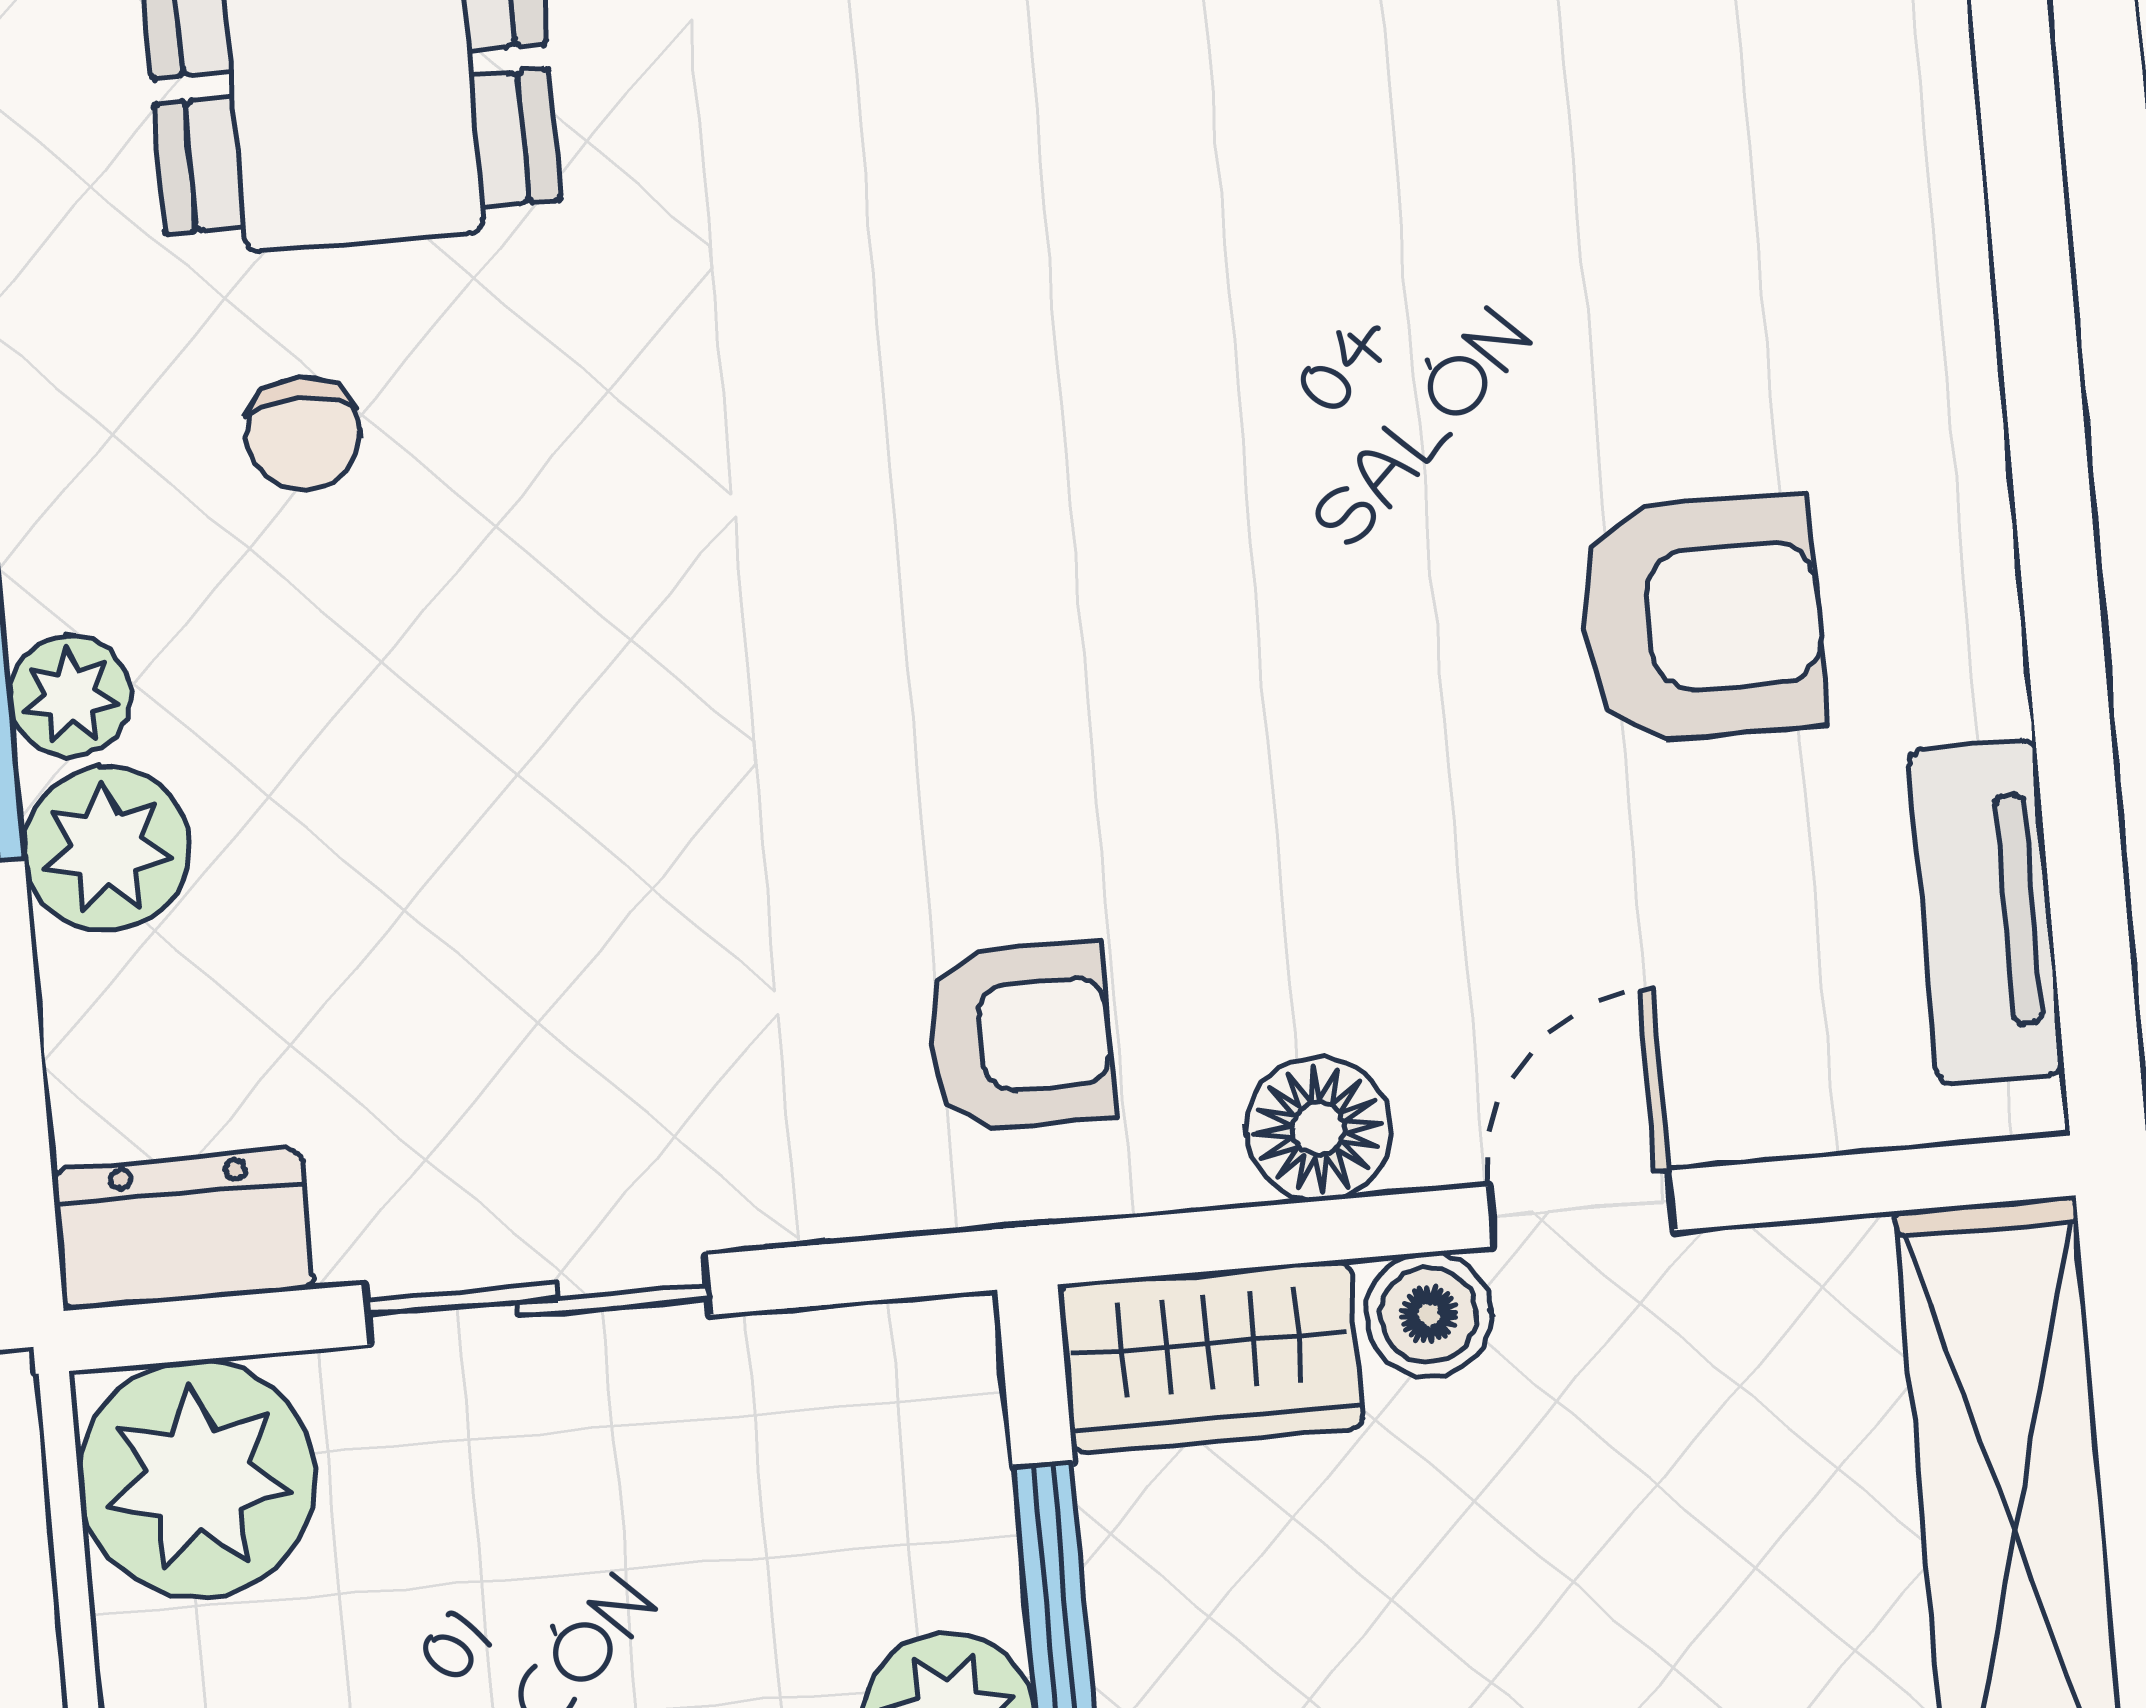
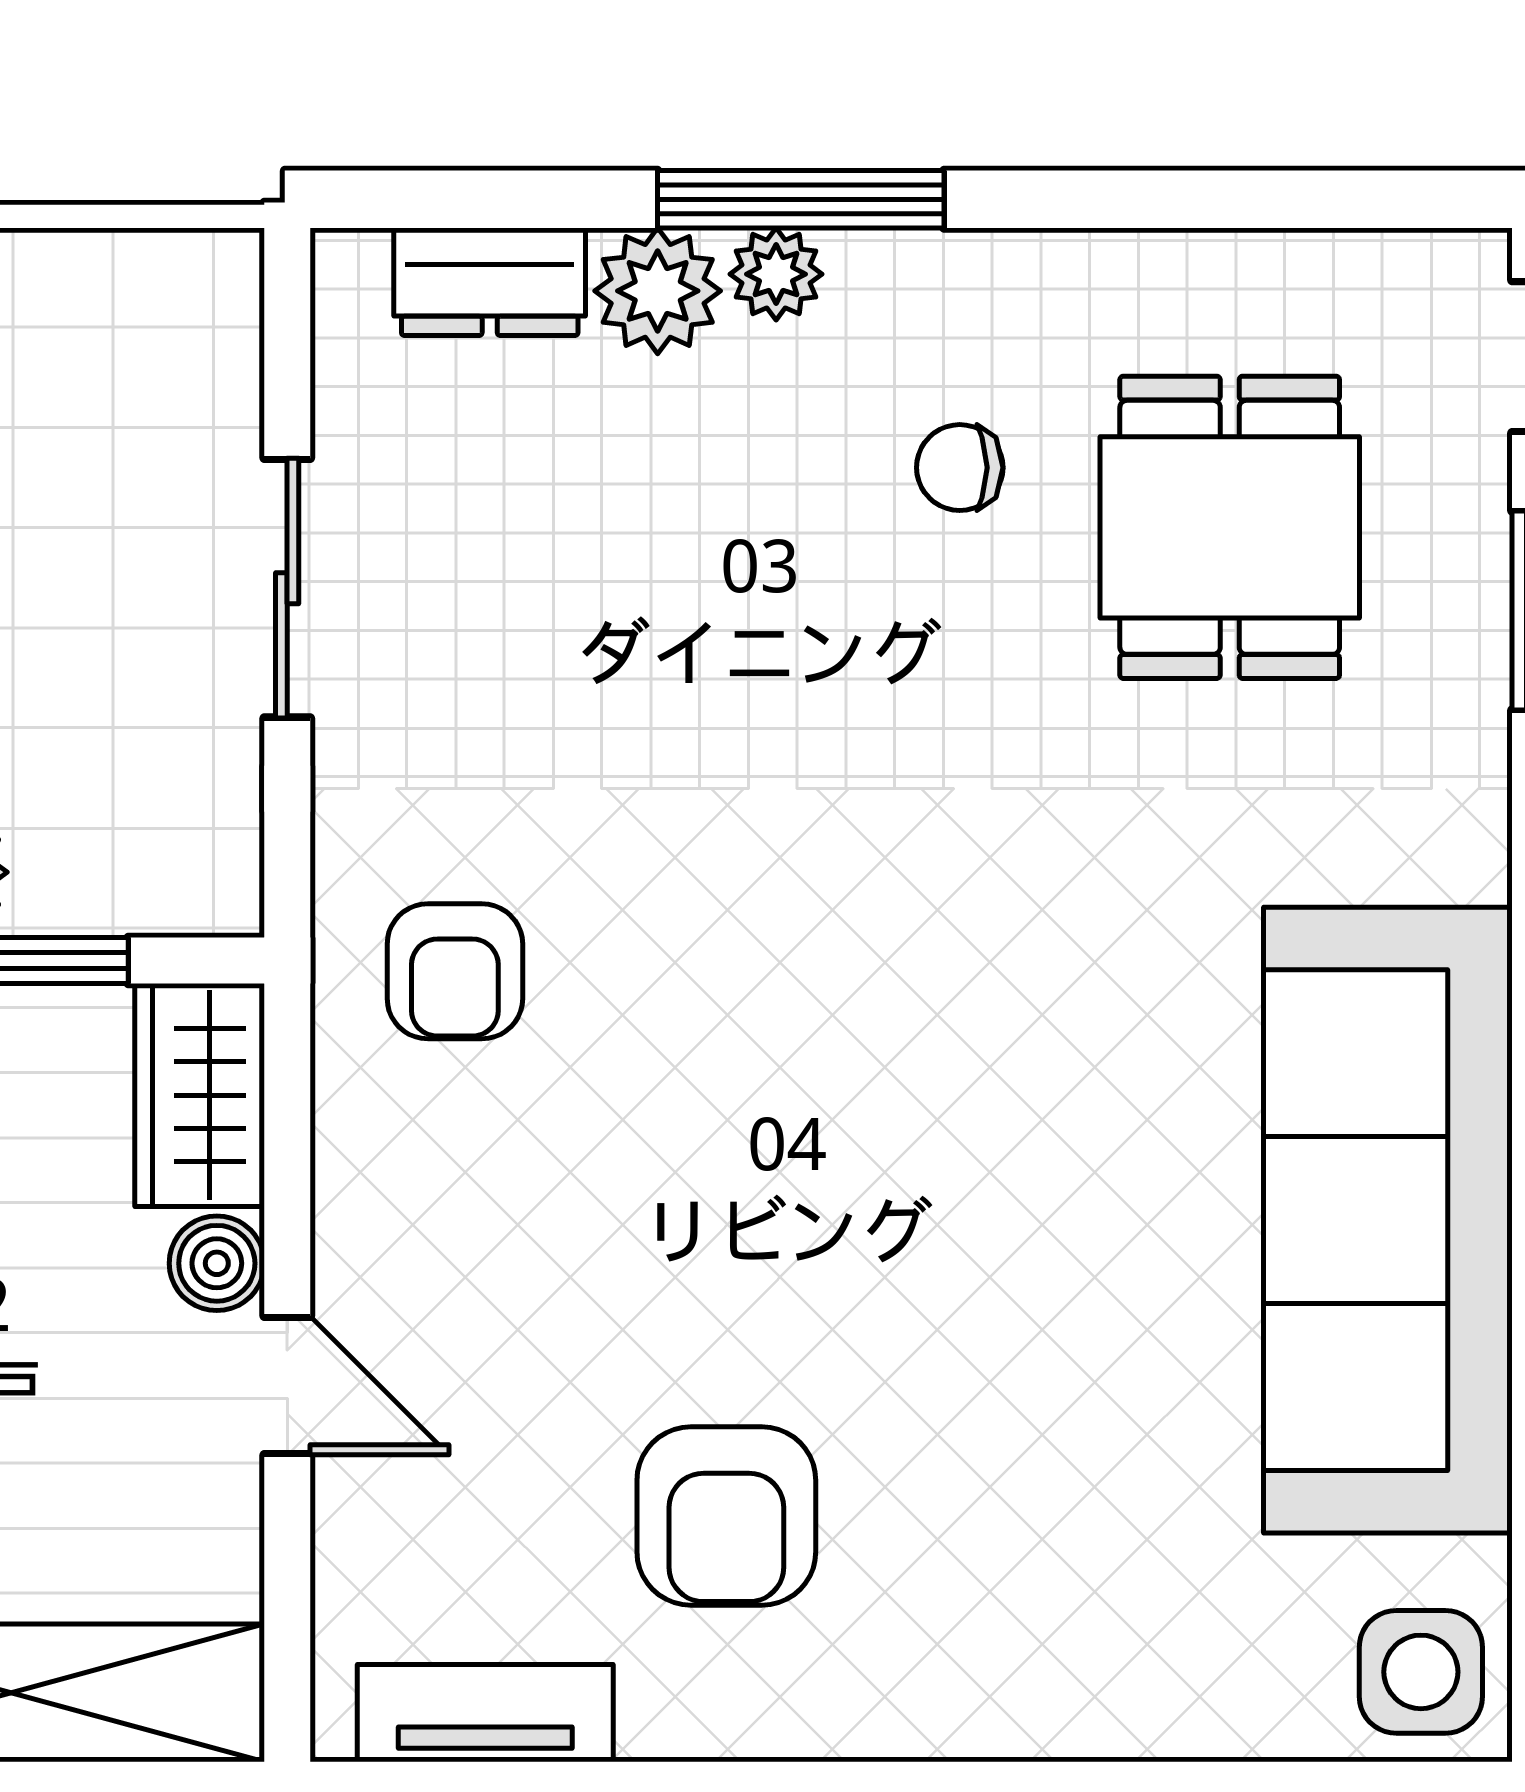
floor lamp: (1318, 1129) -> (365, 1192), removed
dresser: (183, 1230) -> (490, 282), moved, turned 90
plant: (197, 1479) -> (174, 318), removed

